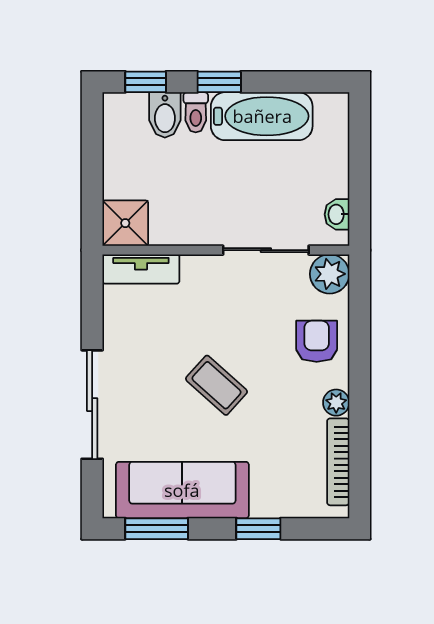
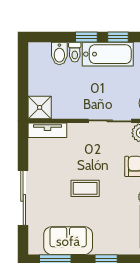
window: (146, 82) -> (118, 37), moved
coffee table: (216, 385) -> (85, 188), turned -42
sofa: (182, 490) -> (68, 241), width x0.73

